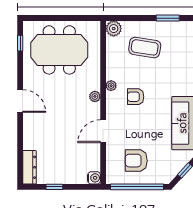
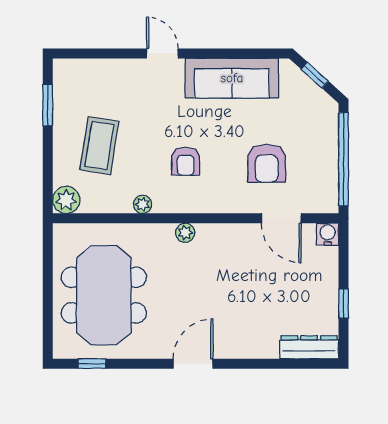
plant: (111, 86) -> (143, 204), moved
door: (103, 131) -> (281, 218), moved
armchair: (136, 161) -> (267, 163), moved

